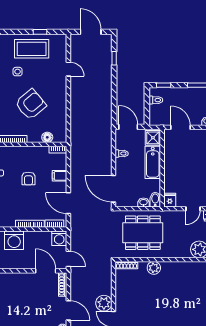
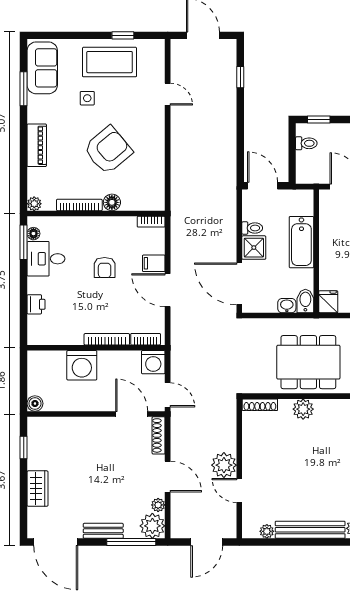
floor lamp: (47, 137) -> (112, 202), moved
shower: (153, 138) -> (254, 248), moved
door: (68, 203) -> (168, 290), moved
dining table: (143, 233) -> (308, 362), moved

